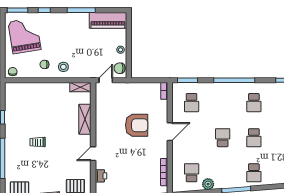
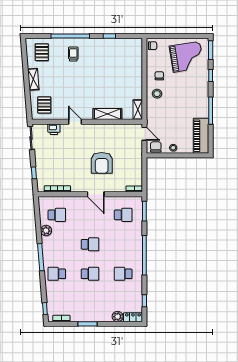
school desk: (192, 103) -> (123, 215), turned 180
school desk: (254, 138) -> (90, 274), turned 180
trolley: (38, 142) -> (73, 54), moved

